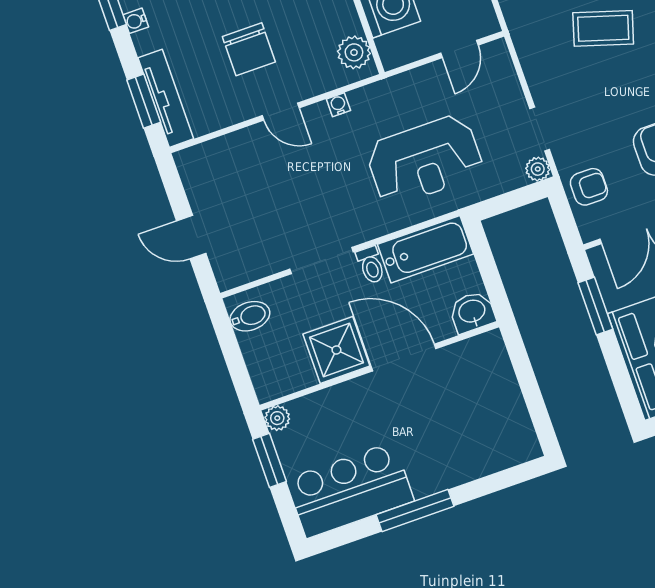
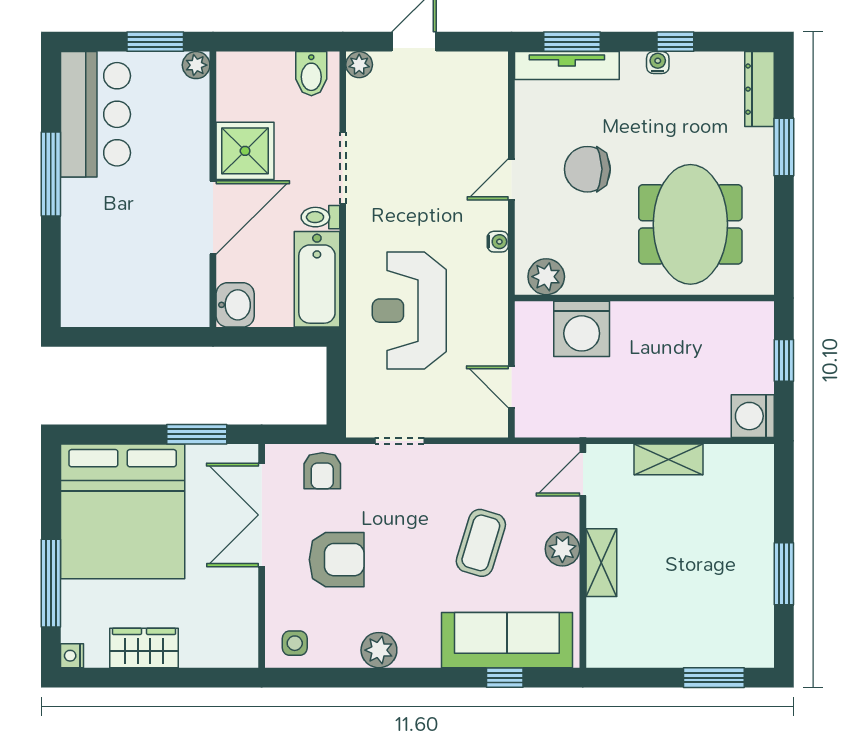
plant: (538, 169) -> (359, 65), moved

